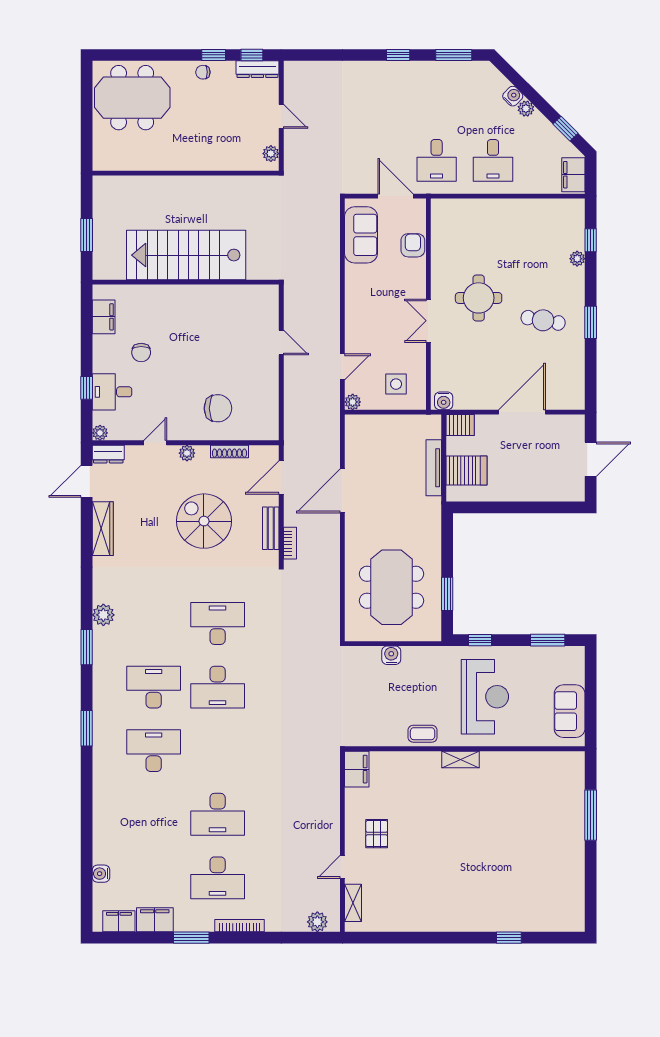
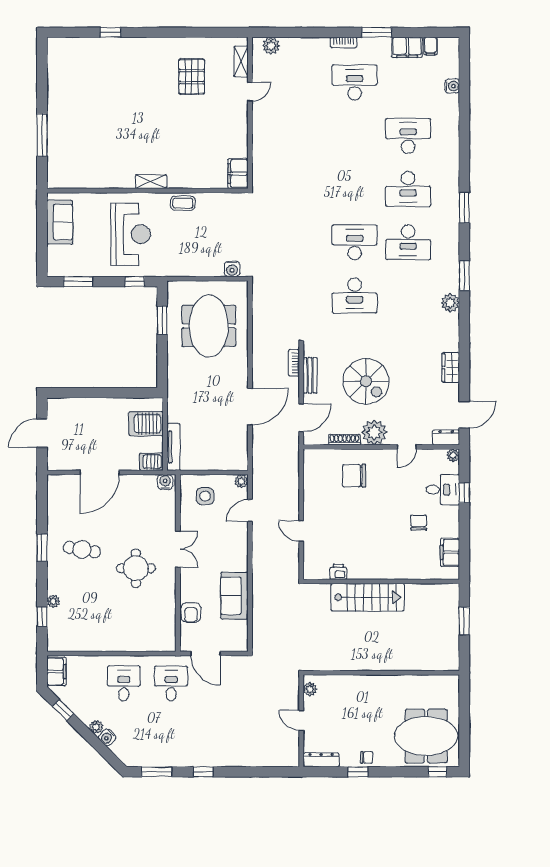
window: (252, 55) -> (437, 772), moved
sofa: (361, 235) -> (234, 596), moved
stairs: (186, 255) -> (368, 597), width x0.73, depth x0.66
printer: (237, 294) -> (338, 572), added
plant: (187, 453) -> (374, 432), width x1.88, depth x1.88
tv unit: (434, 468) -> (173, 447), moved
wardrobe: (103, 529) -> (451, 368), width x0.67
water cooler: (391, 655) -> (232, 269), moved
reception desk: (485, 697) -> (131, 234), turned 180
desk: (218, 814) -> (408, 136), moved
pallet: (377, 834) -> (192, 77), moved, width x1.50, depth x1.42
filing cabinet: (119, 921) -> (430, 46), width x0.50
bookcase: (240, 926) -> (344, 42), width x0.64

